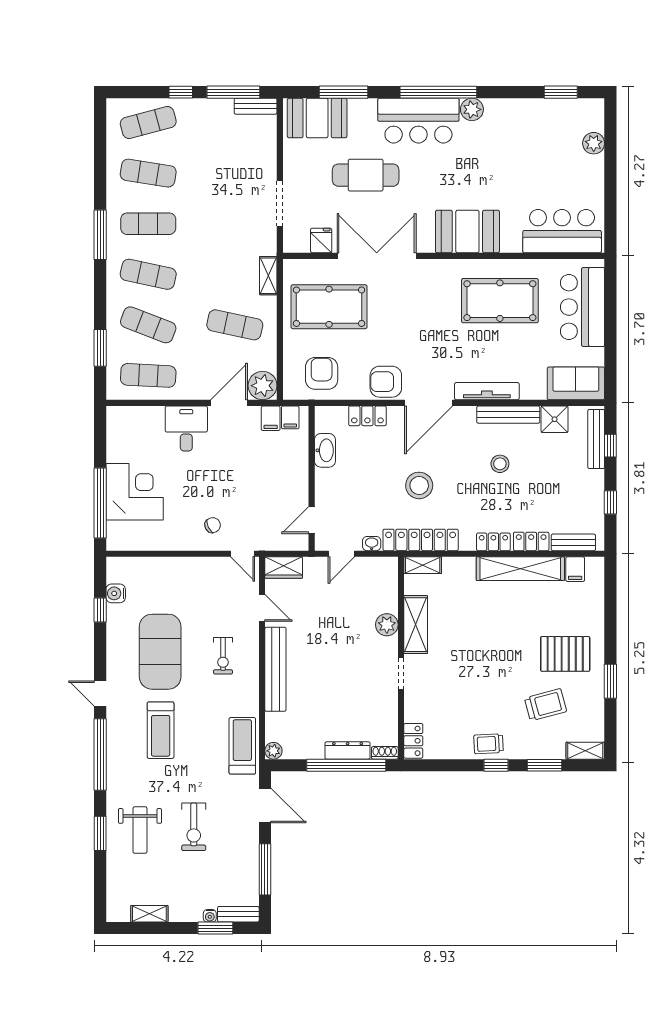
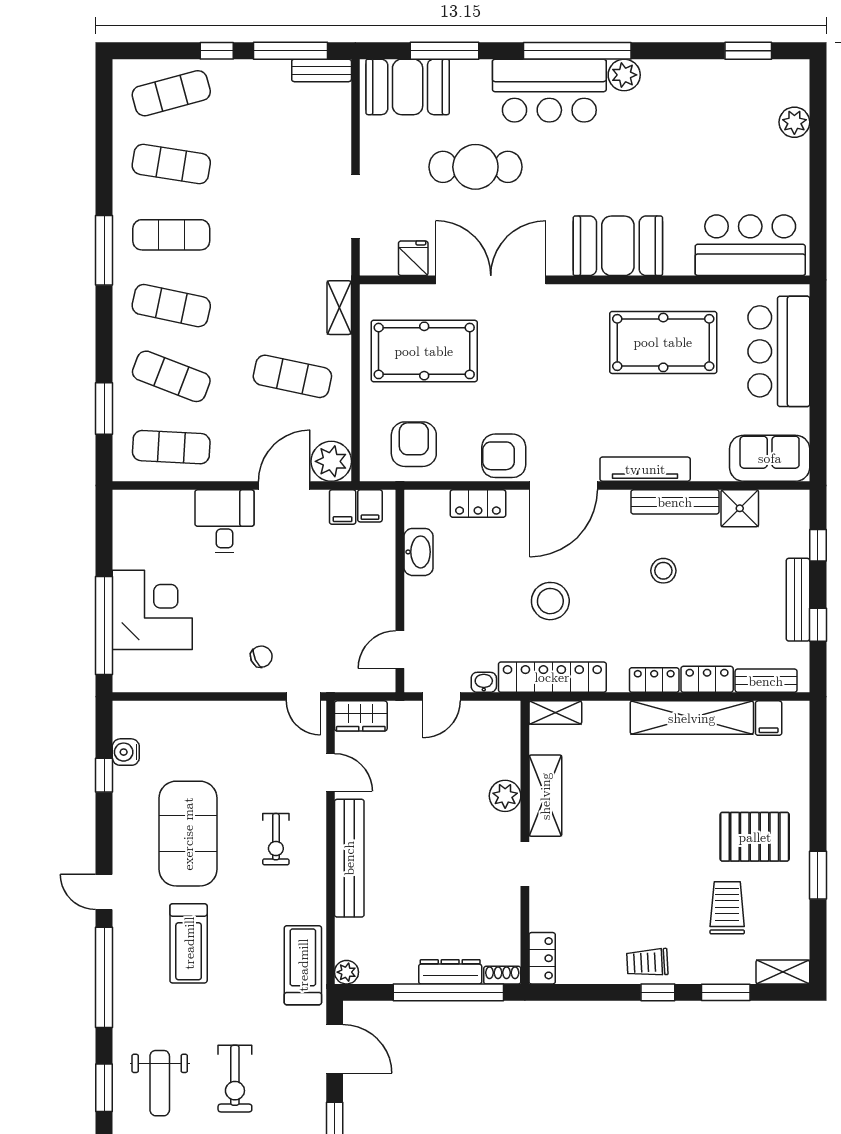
bench: (596, 439) -> (798, 600), moved
trolley: (546, 705) -> (727, 908), turned -75

